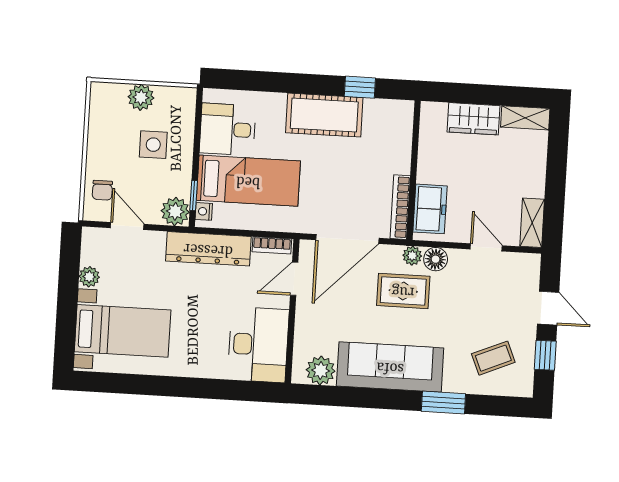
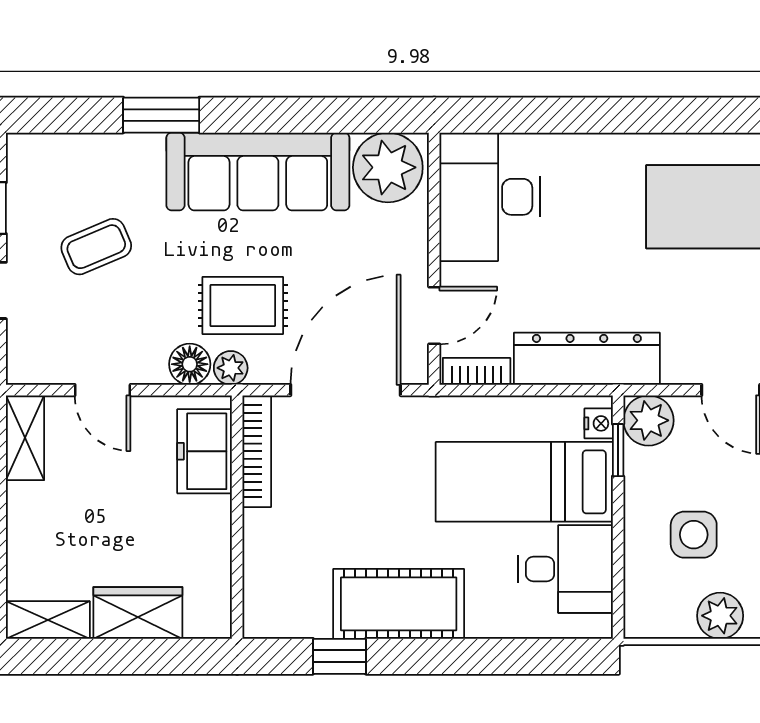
coffee table: (493, 358) -> (96, 247), moved
plant: (321, 370) -> (388, 167), width x1.36, depth x1.36

